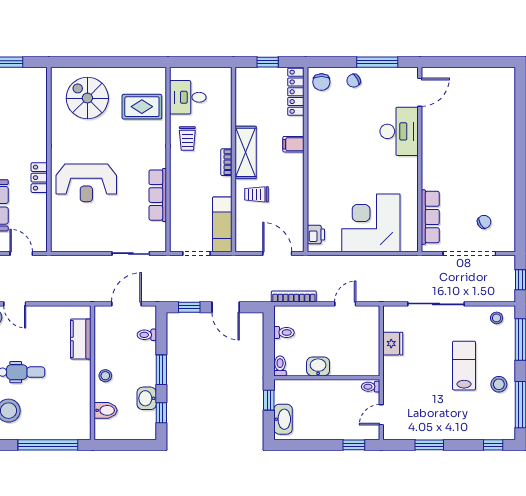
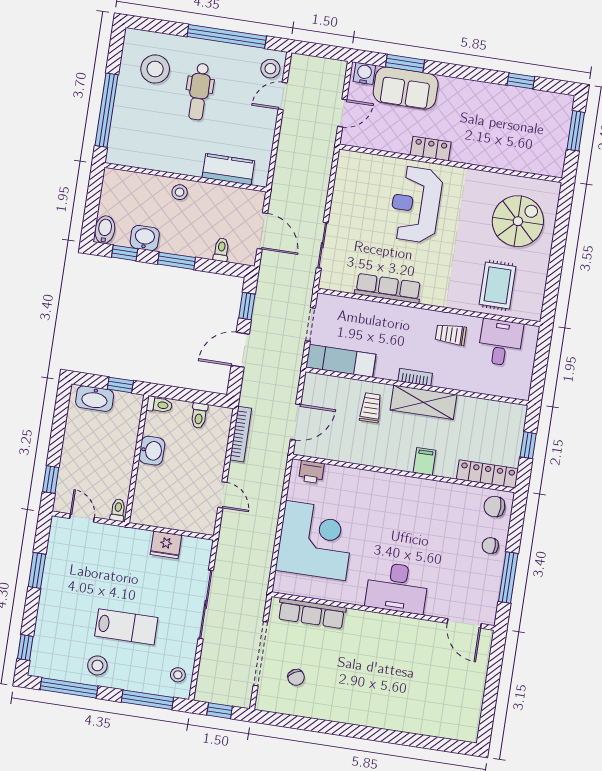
chair: (354, 81) -> (490, 546), turned -61
desk: (399, 131) -> (397, 588), moved
bidet: (106, 410) -> (105, 230), moved, turned 180

